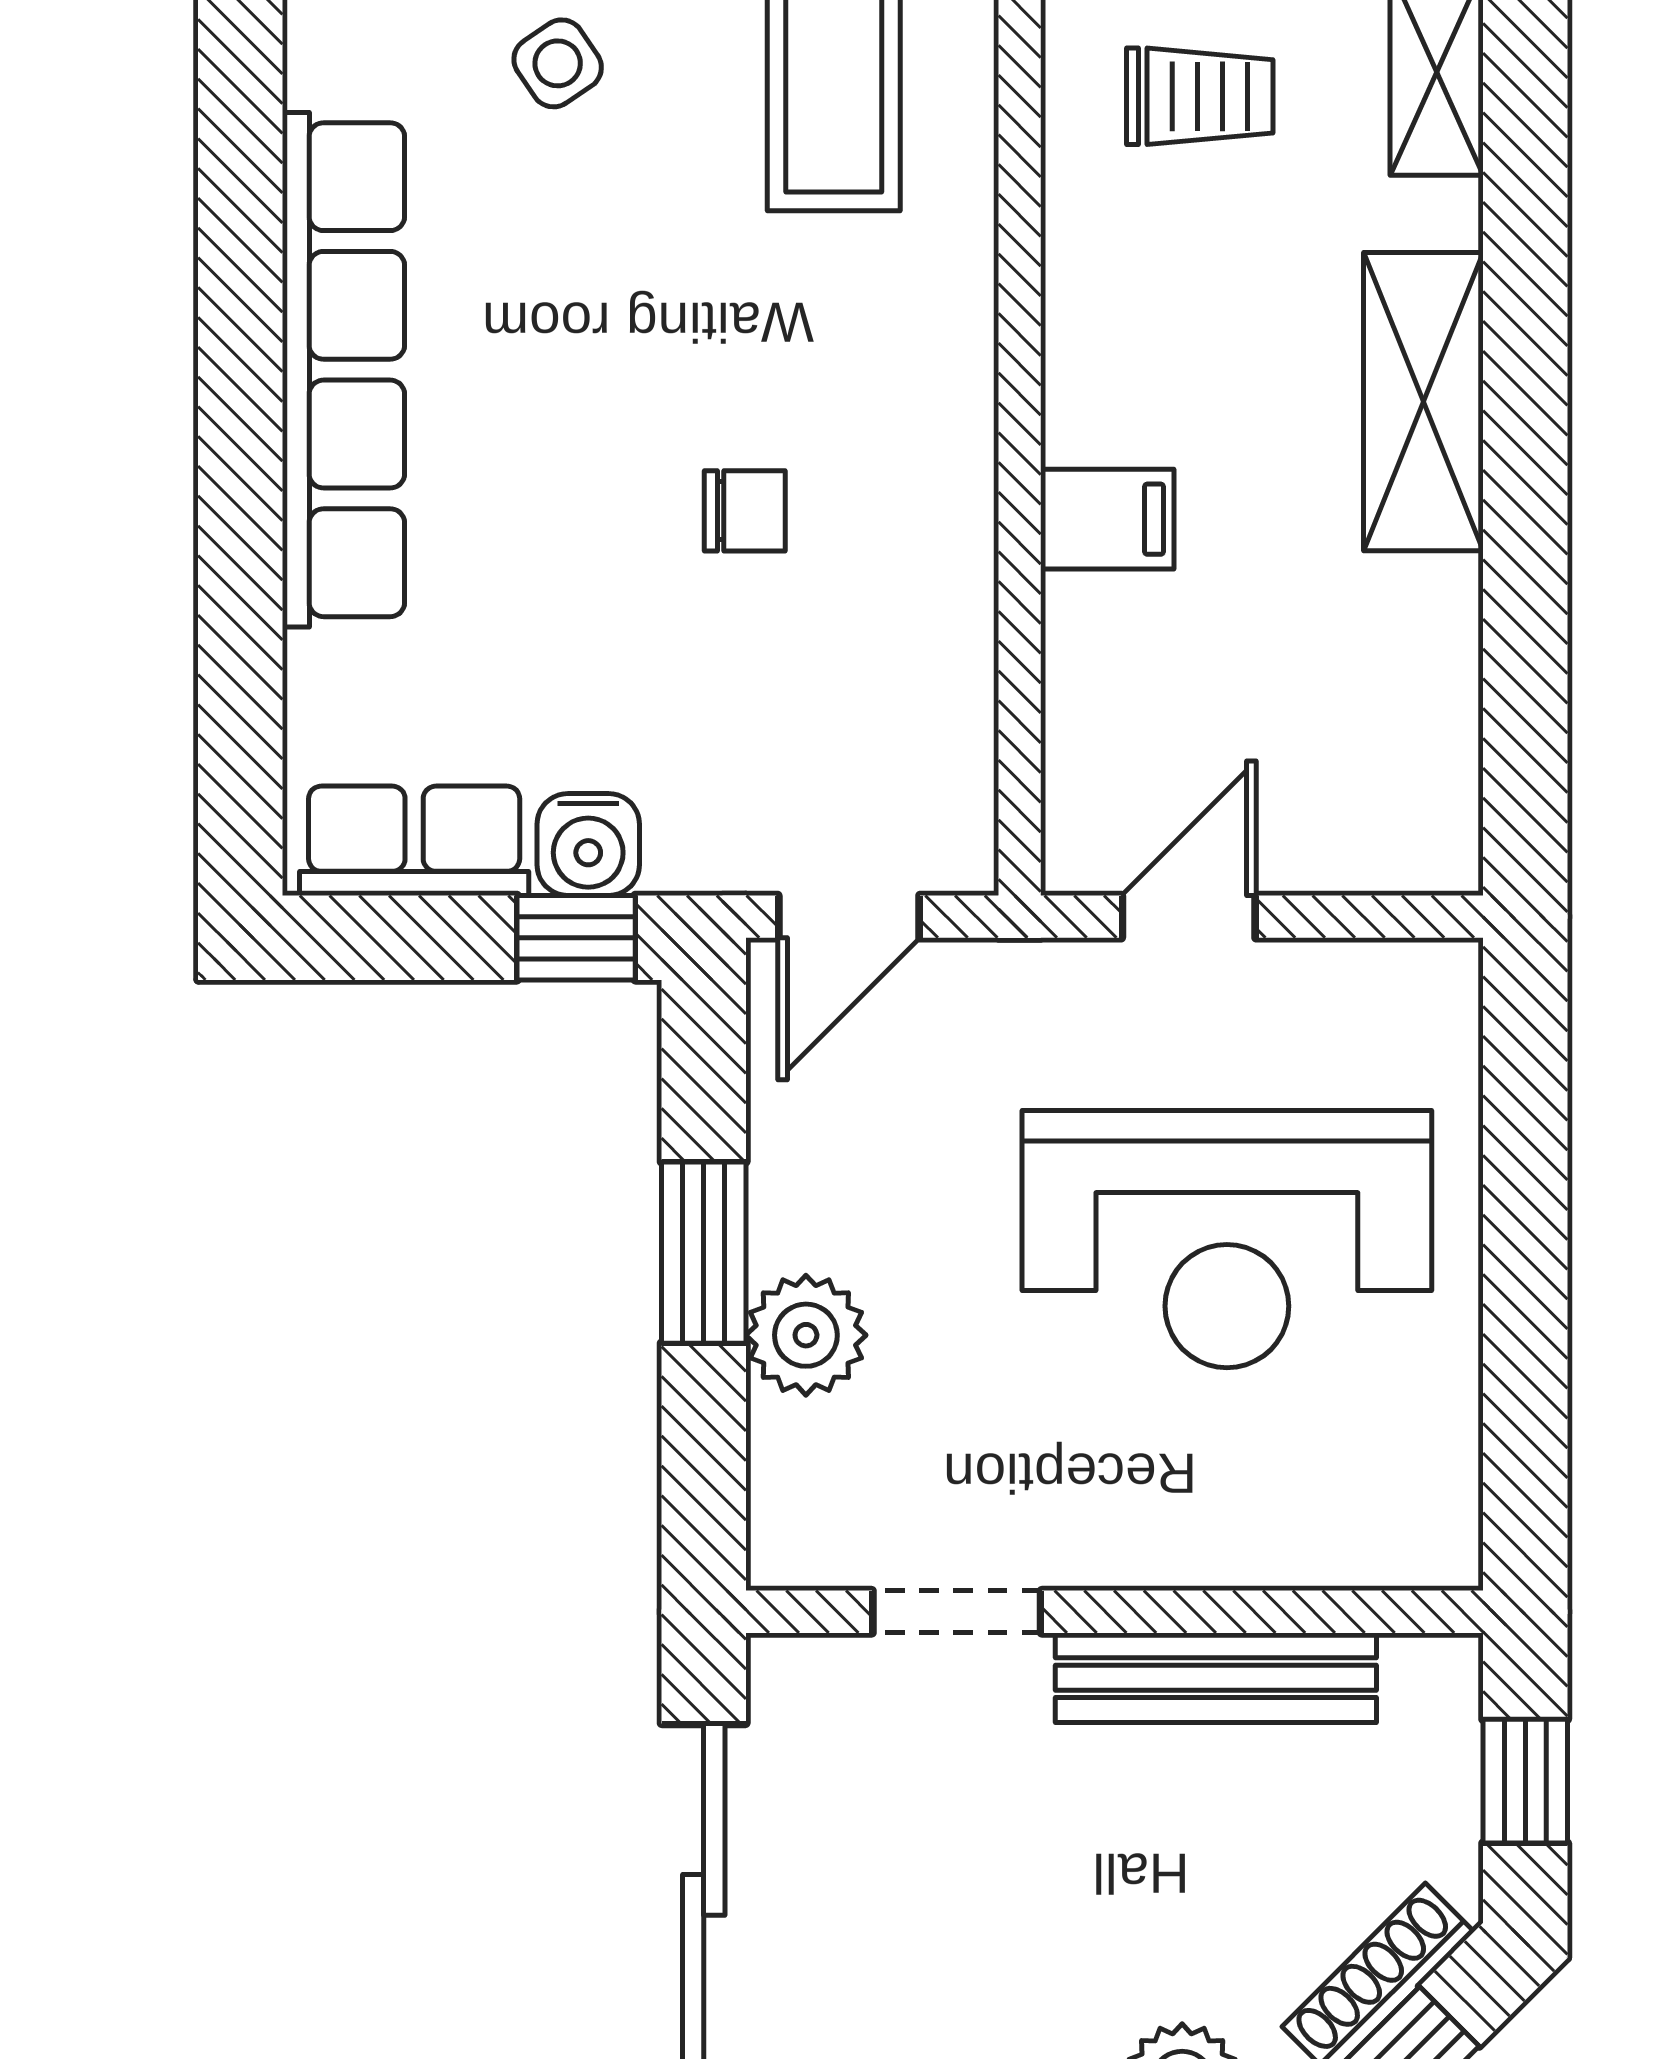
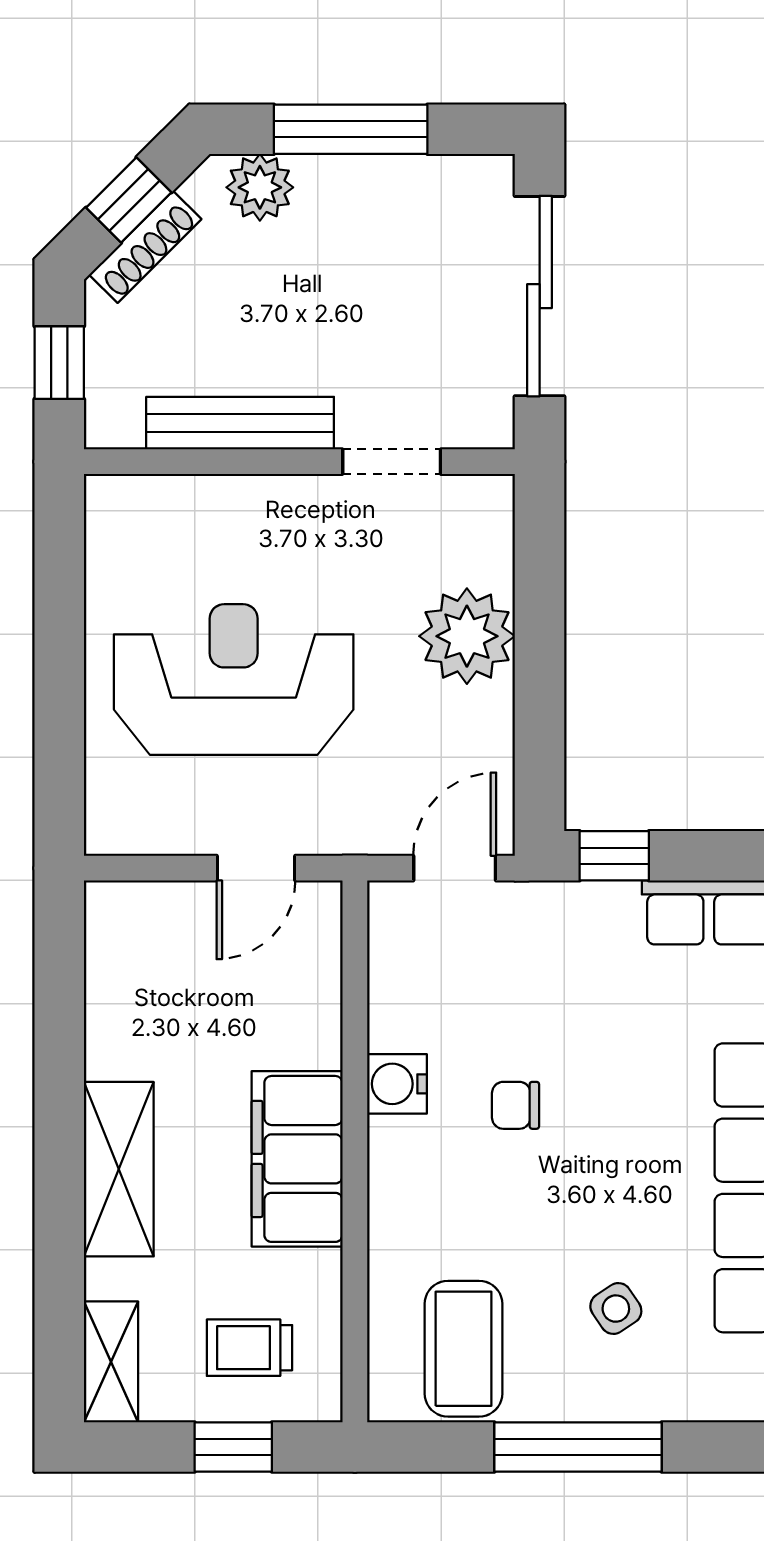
side table: (558, 63) -> (616, 1309), moved
filing cabinet: (1107, 519) -> (297, 1159), width x3.00, depth x1.17
water cooler: (588, 845) -> (397, 1084), moved, turned -90
window: (704, 1253) -> (540, 672), removed
plant: (806, 1335) -> (467, 636), width x1.36, depth x1.36

